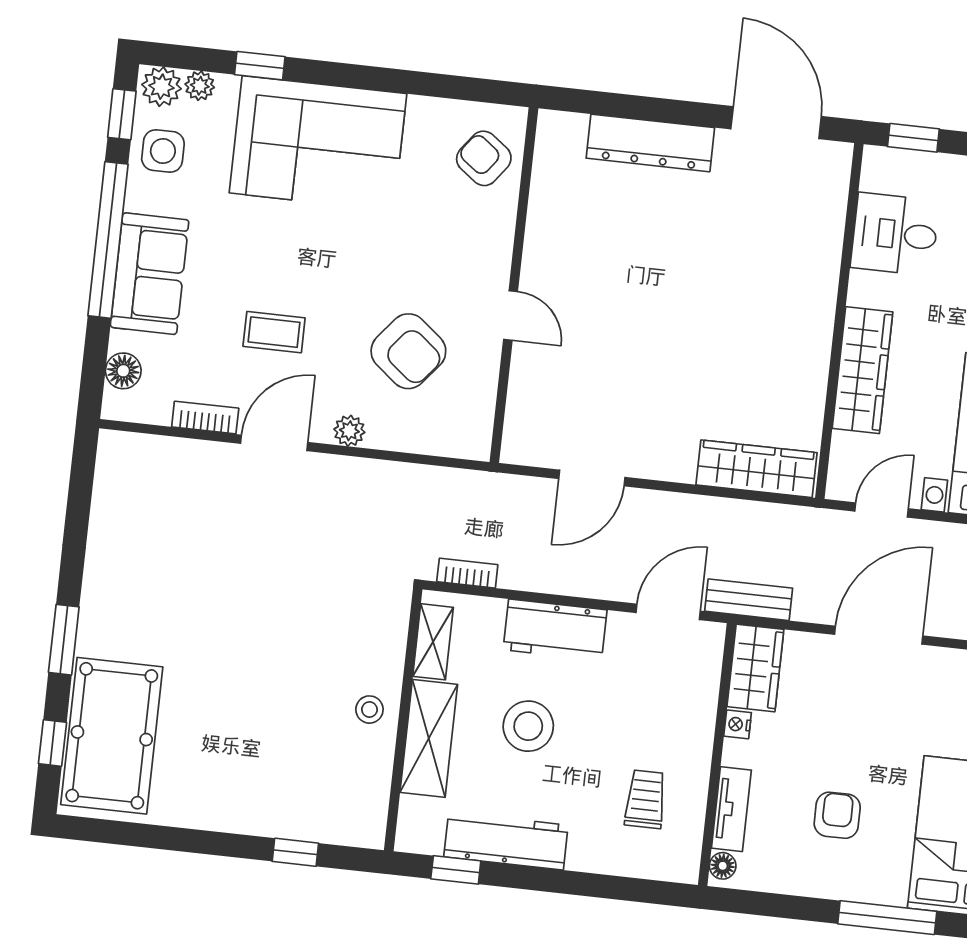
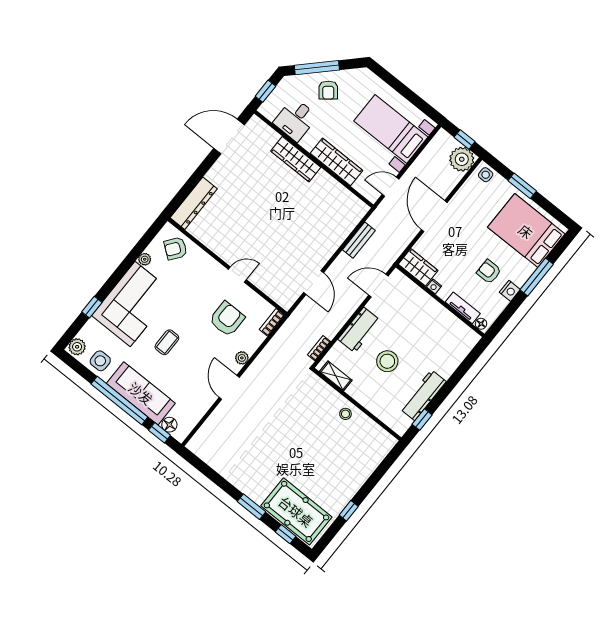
plant: (200, 86) -> (145, 259), moved
window: (122, 114) -> (160, 433), moved
dresser: (650, 143) -> (194, 203), moved
sofa: (150, 274) -> (141, 393), width x1.36
coffee table: (274, 332) -> (167, 342), moved
armchair: (408, 351) -> (227, 319), turned -39
bookcase: (205, 418) -> (272, 322), moved
wardrobe: (757, 469) -> (296, 159), moved, turned -90
door: (881, 510) -> (390, 187), hinge flipped
bench: (749, 600) -> (359, 240), moved
door: (668, 612) -> (378, 286), hinge flipped
shelving: (429, 738) -> (369, 399), removed
trolley: (645, 799) -> (440, 336), removed
window: (295, 852) -> (349, 511), moved
nightstand: (825, 882) -> (510, 291), added

